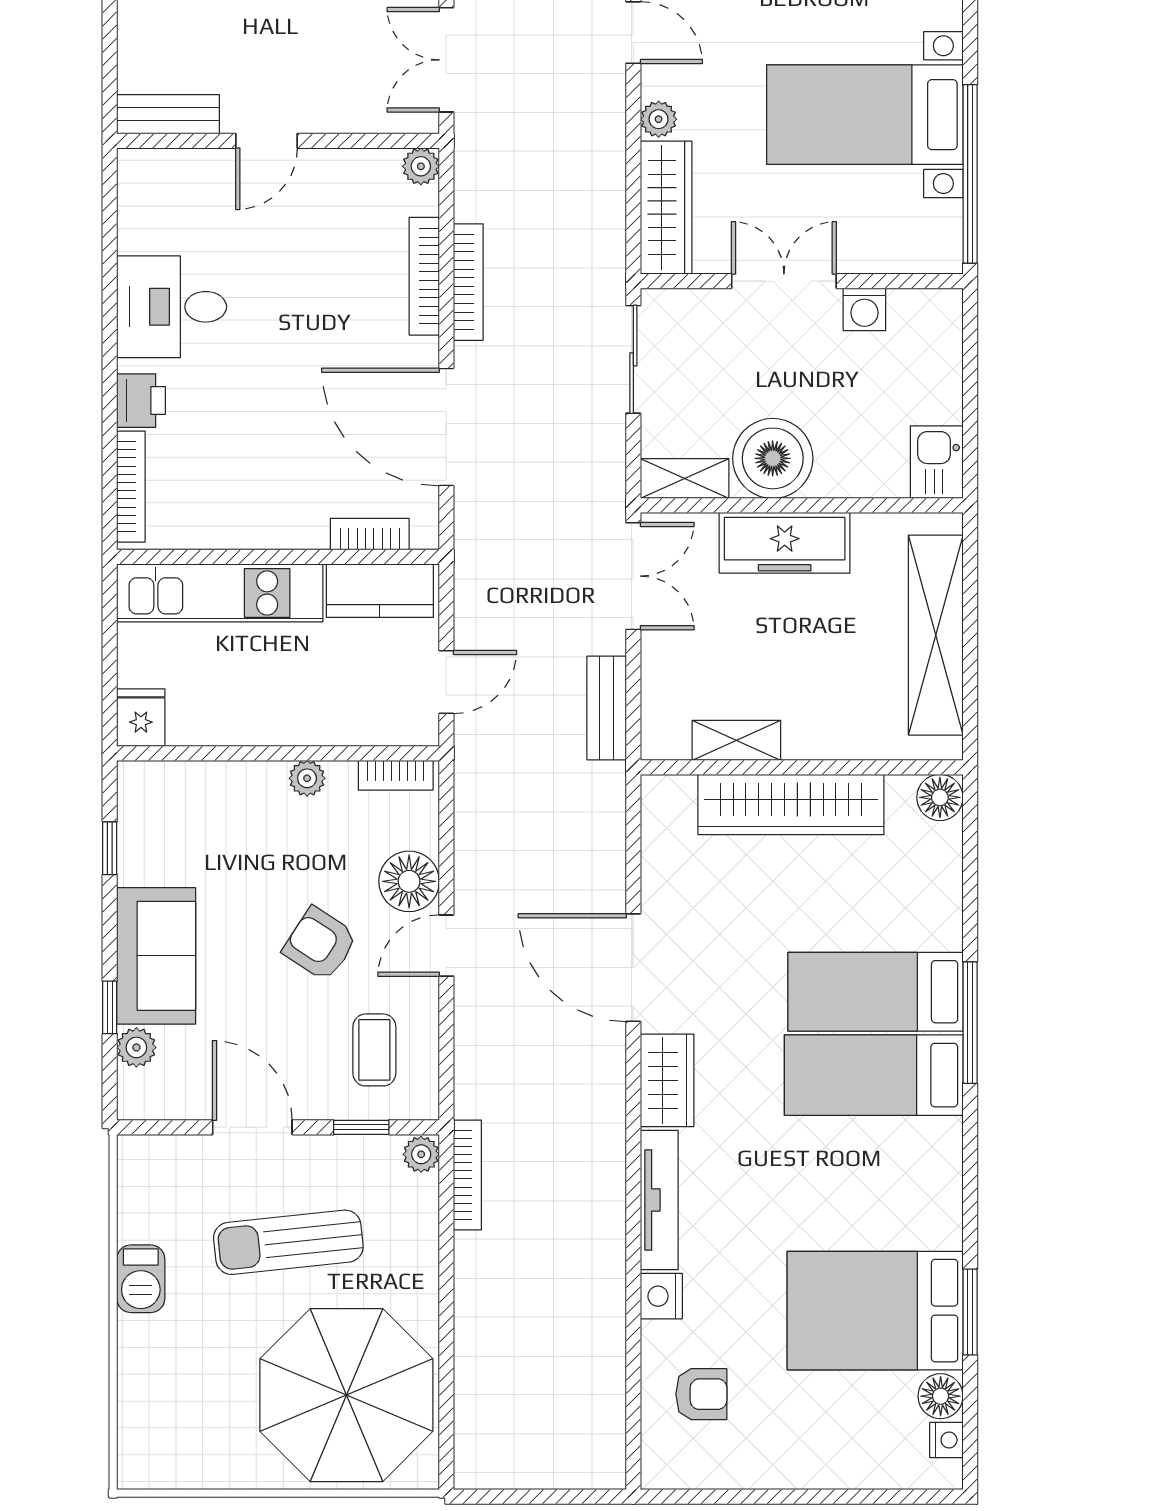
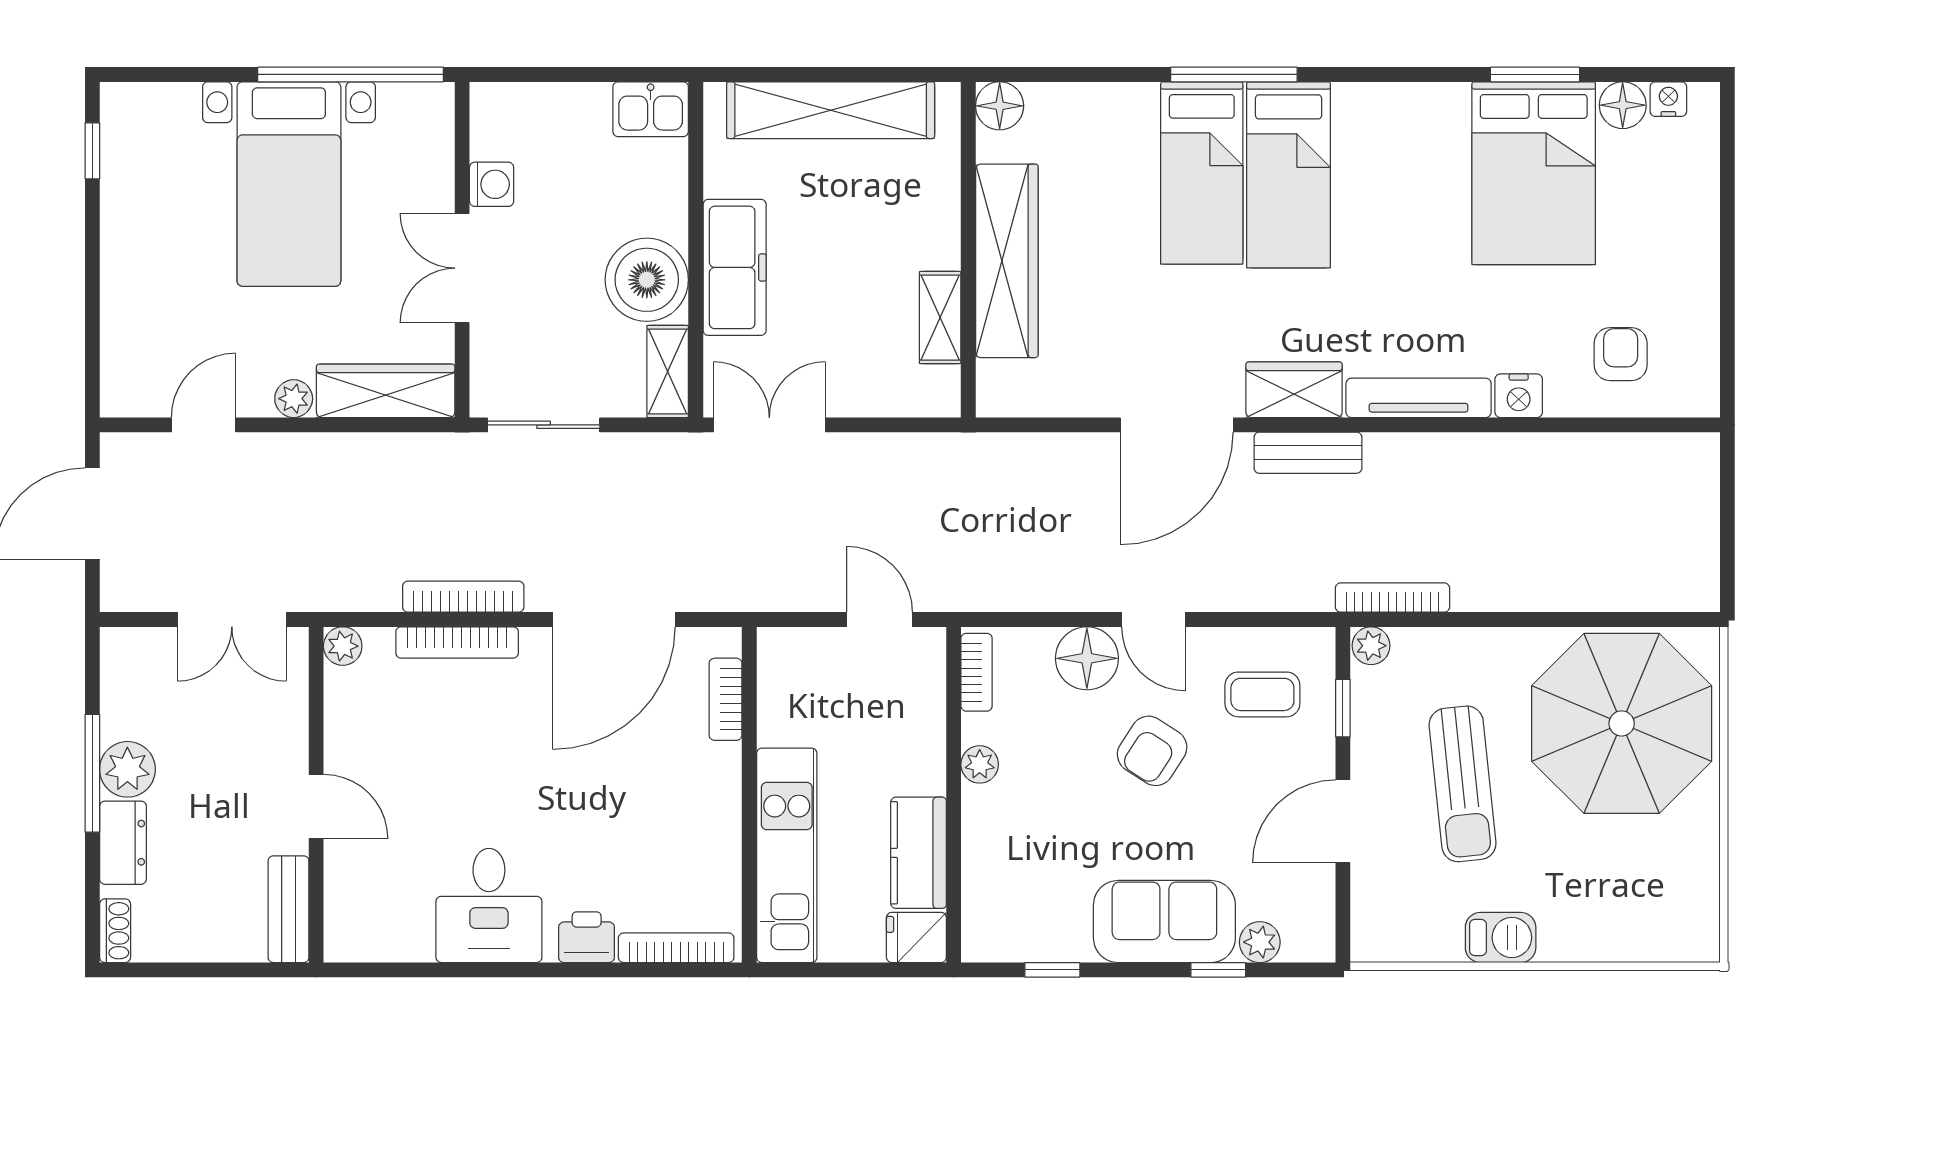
kitchen counter: (380, 591) -> (919, 853), moved, turned 180
bench: (607, 708) -> (1308, 453), moved

